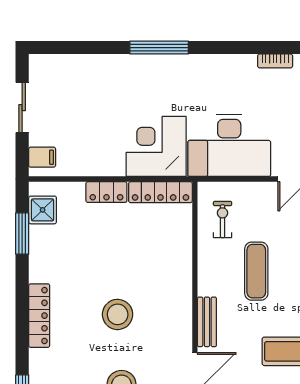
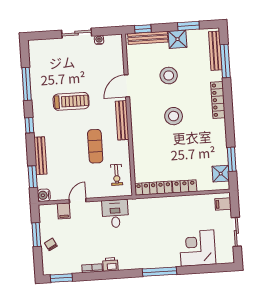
printer: (243, 65) -> (110, 264), added
desk: (229, 145) -> (115, 214), width x0.53, depth x0.77
corner desk: (156, 146) -> (198, 248), moved, turned 180
locker: (39, 316) -> (218, 100), moved
bench: (207, 322) -> (122, 120), width x1.36

